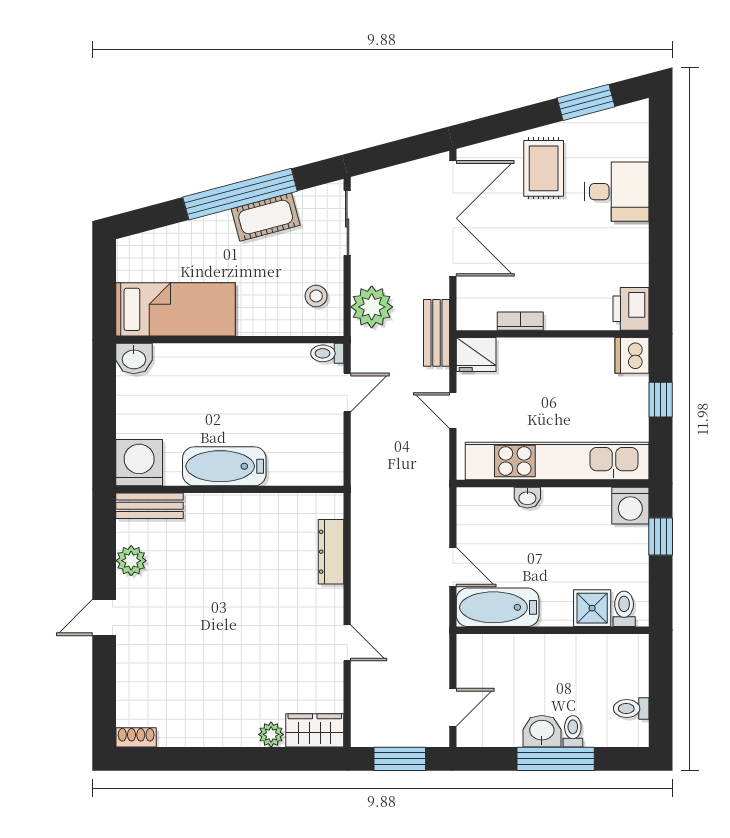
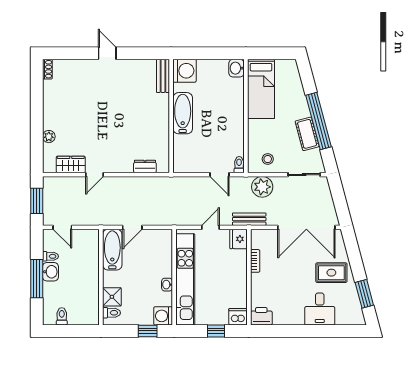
washbasin: (527, 498) -> (167, 285), moved
dresser: (331, 552) -> (145, 166), width x0.70
plant: (131, 561) -> (136, 67), removed
wardrobe: (315, 730) -> (71, 164), moved, turned -90
toilet: (573, 731) -> (50, 256), moved

